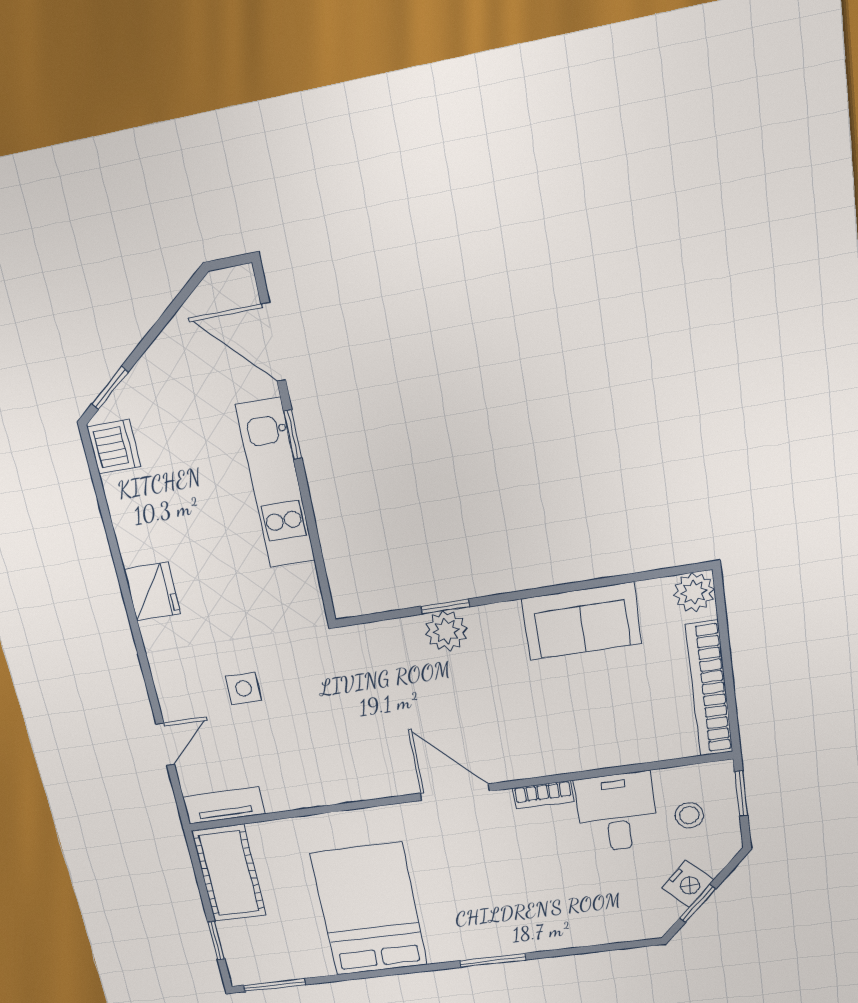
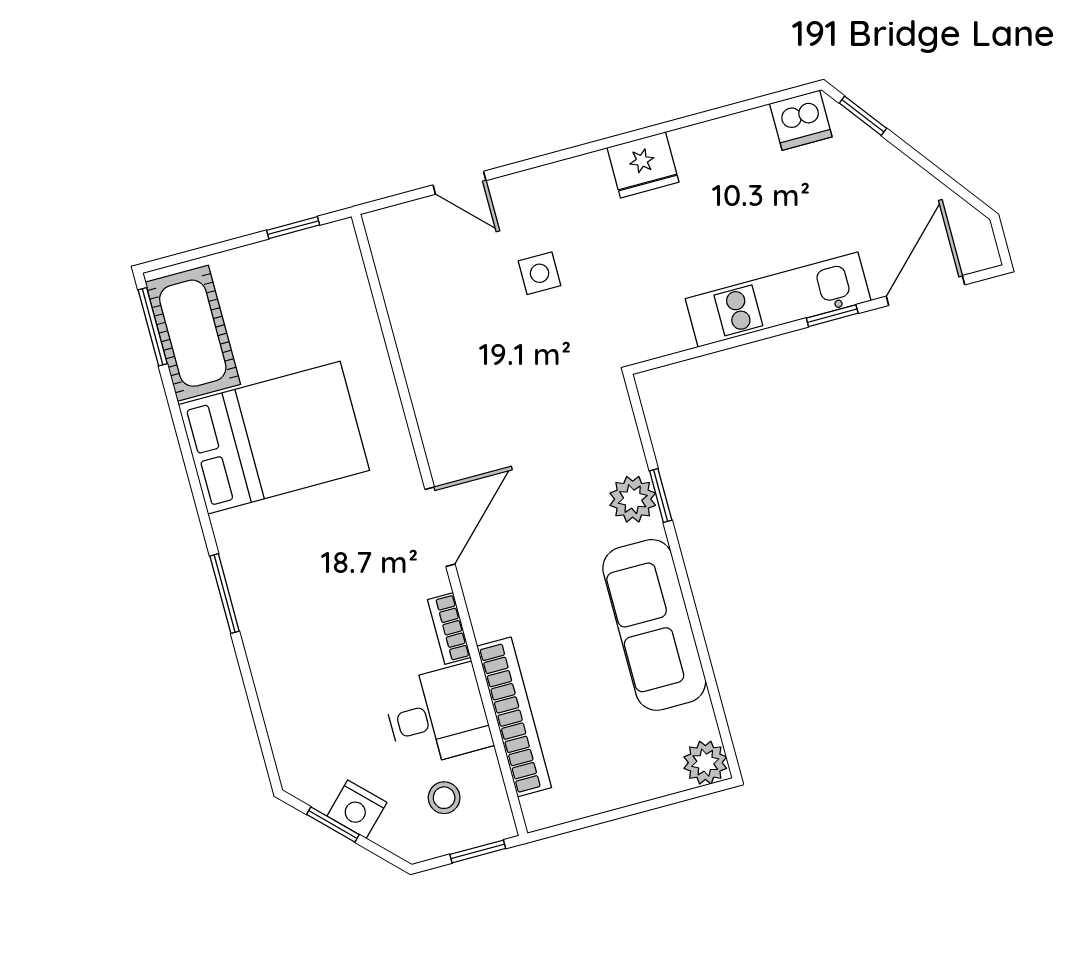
sofa: (581, 621) -> (654, 625), width x1.36
bookcase: (709, 689) -> (514, 717), moved, turned 90
tv unit: (224, 805) -> (390, 255), removed
cot: (229, 873) -> (193, 333), moved, turned 90
window: (216, 940) -> (293, 228), moved

